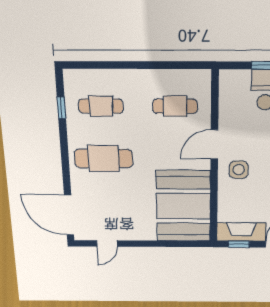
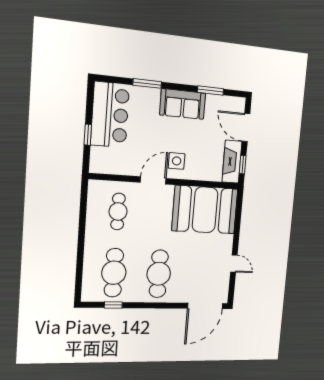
cafe table: (101, 106) -> (114, 273), width x1.37, depth x1.35
door: (214, 144) -> (153, 180), swing flipped
door: (107, 244) -> (234, 264), moved

